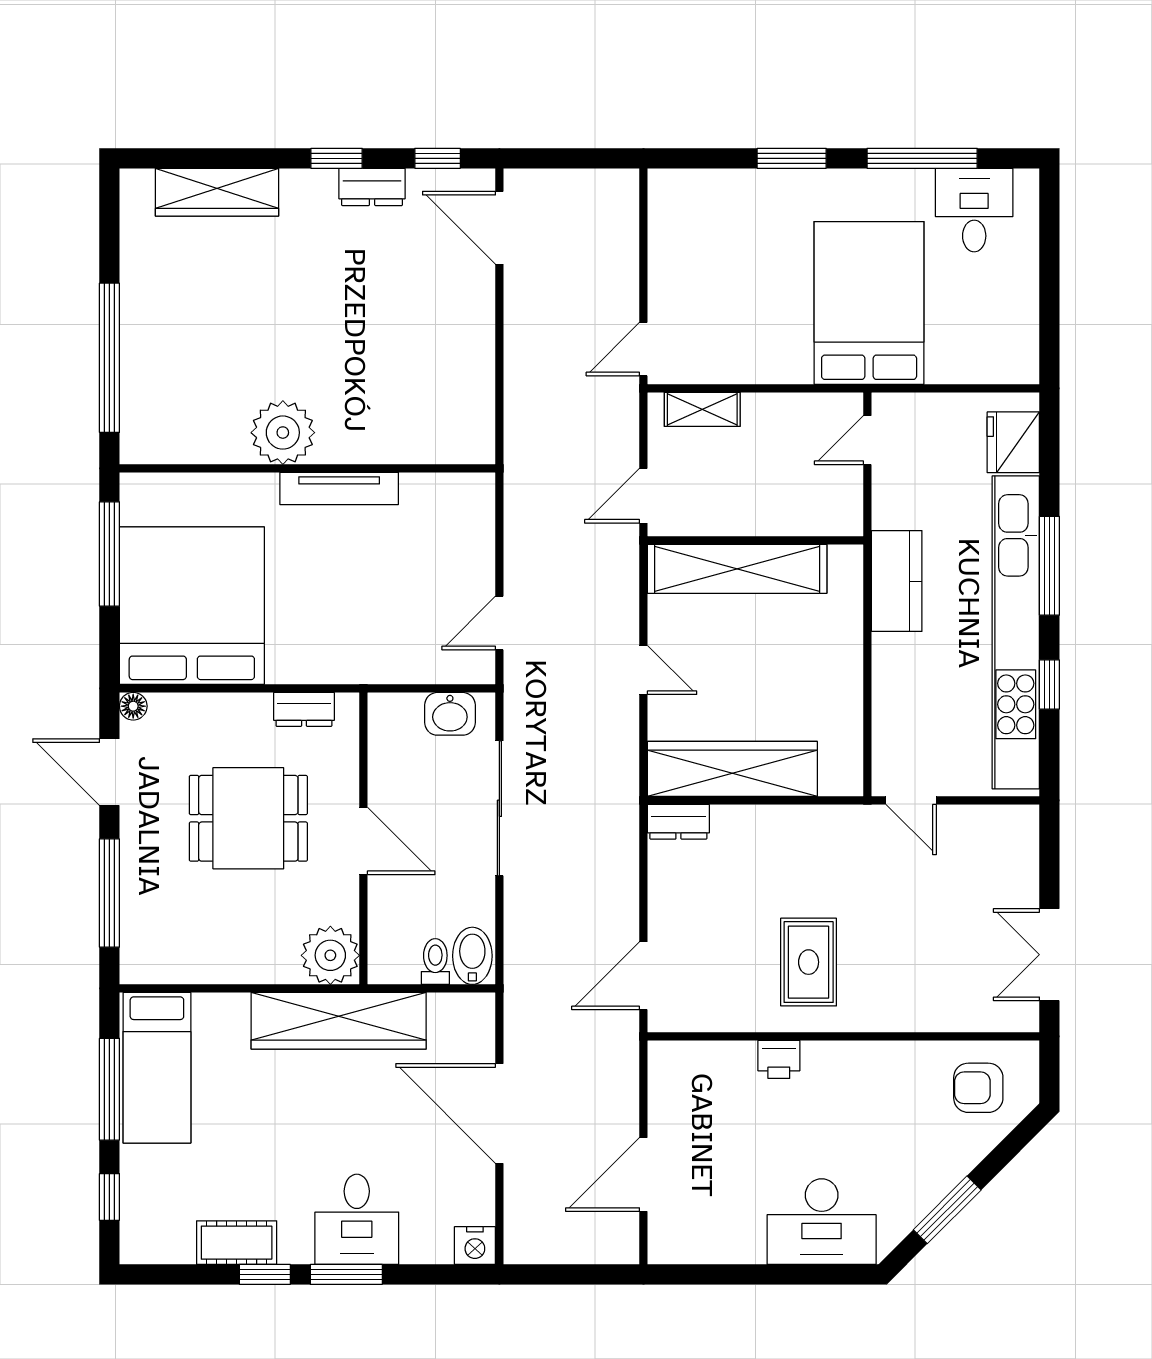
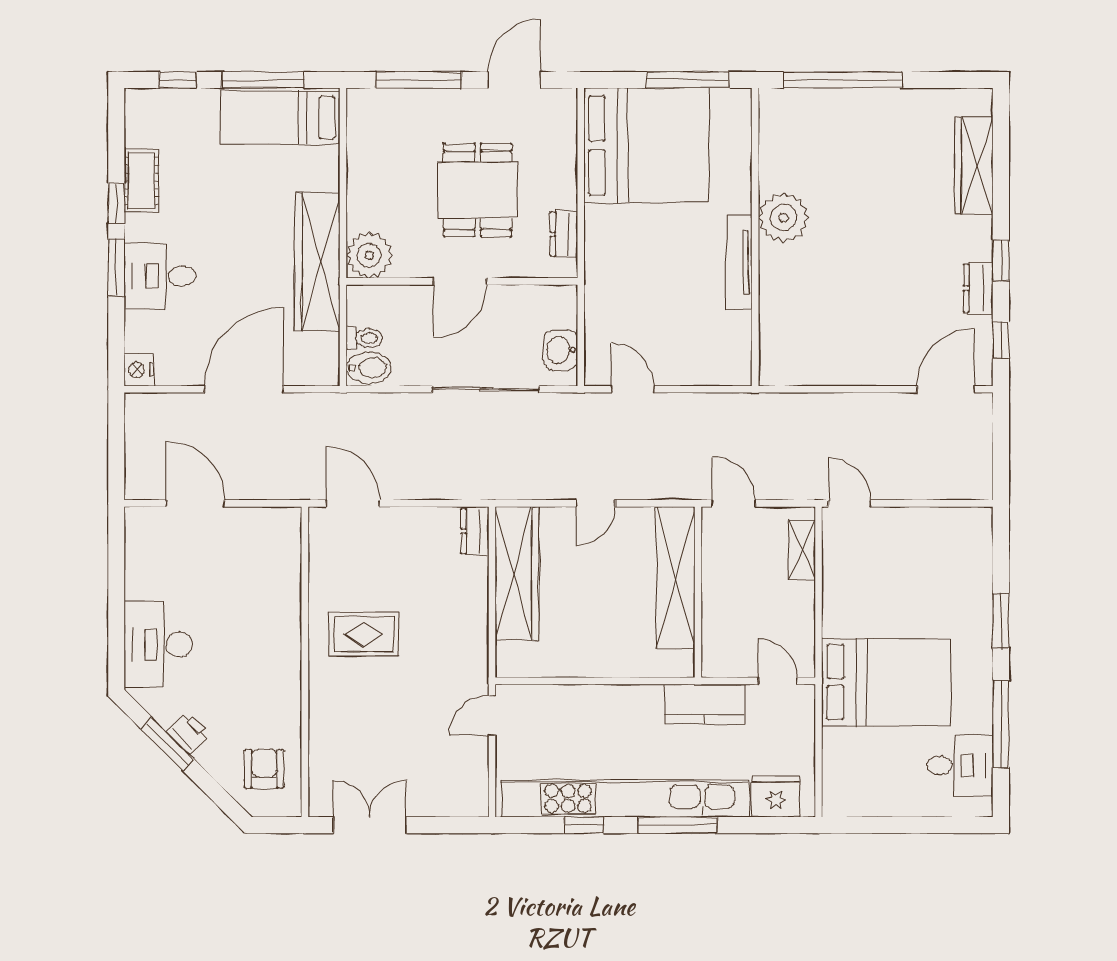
kitchen counter: (897, 581) -> (704, 704), moved
floor lamp: (133, 706) -> (567, 99), removed
printer: (779, 1059) -> (188, 732), moved, turned 135

